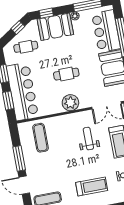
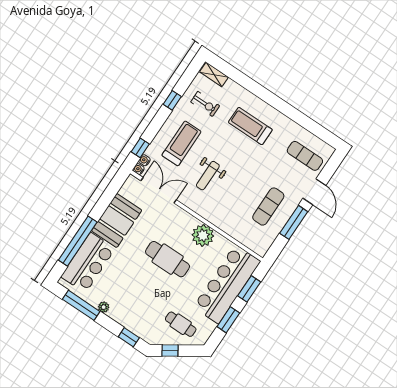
booth: (55, 27) -> (133, 315), removed
cafe table: (66, 74) -> (168, 259), width x1.37, depth x1.35
plant: (70, 103) -> (203, 235), moved
exercise mat: (41, 138) -> (268, 207), moved

